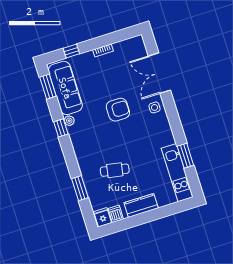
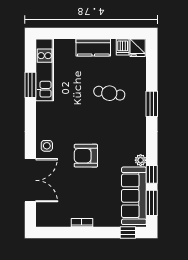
window: (71, 51) -> (128, 232), moved
window: (61, 128) -> (152, 174), moved
window: (80, 188) -> (152, 104), moved

